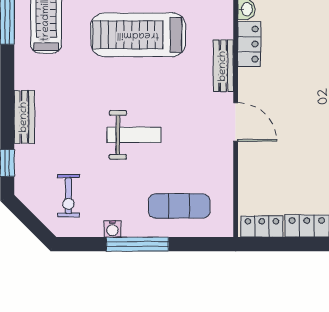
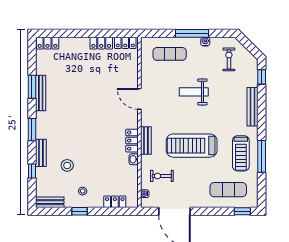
treadmill: (138, 35) -> (192, 146), turned 180
bench: (223, 66) -> (146, 140), moved
bench: (24, 117) -> (252, 107), width x1.36

